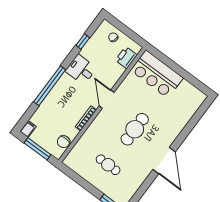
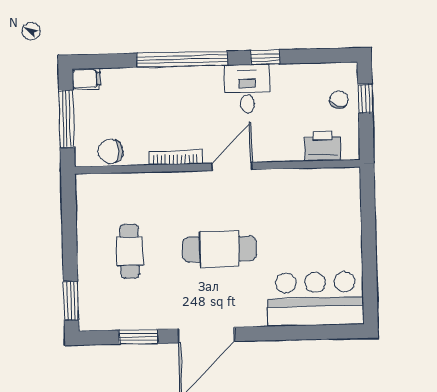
window: (121, 27) -> (365, 99), added
window: (83, 41) -> (265, 57), moved
bar counter: (157, 74) -> (315, 299), moved, turned 90
window: (144, 187) -> (138, 337), added

